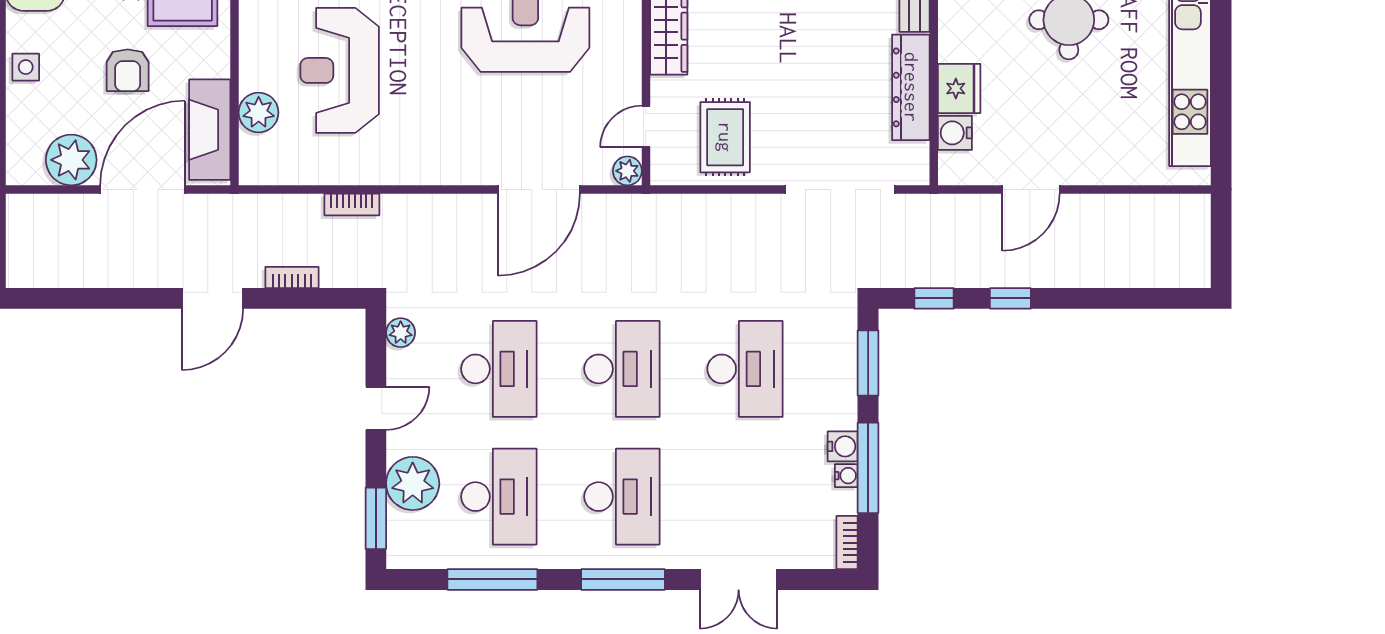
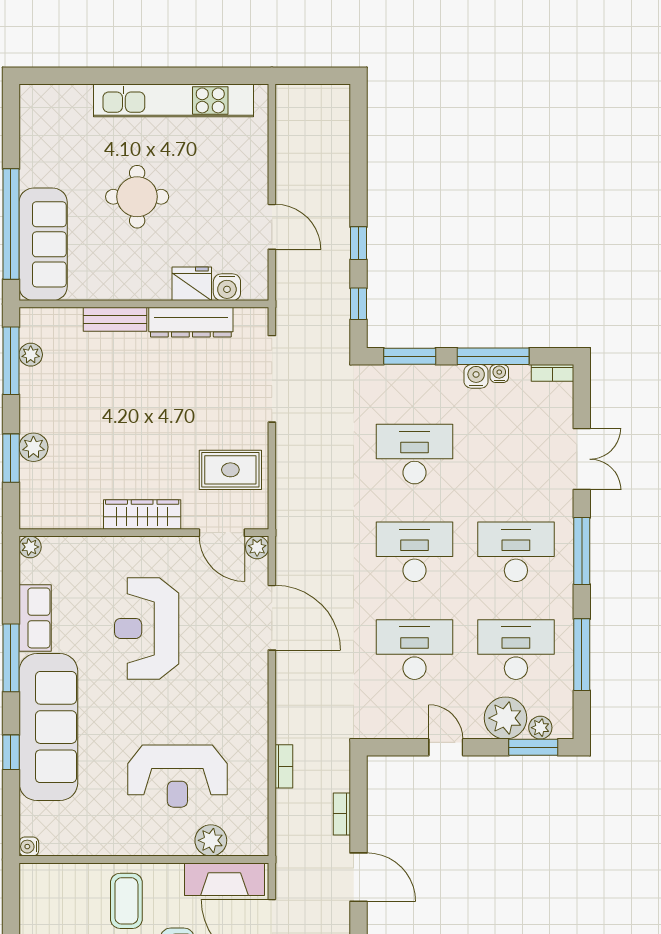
door: (646, 126) -> (222, 533), width x1.38
plant: (401, 333) -> (540, 728), moved

